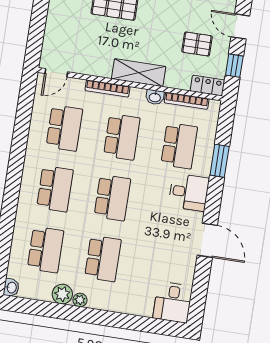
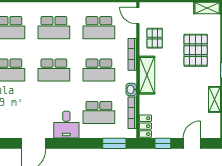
pallet: (197, 44) -> (155, 38), moved
window: (220, 161) -> (114, 143), moved

